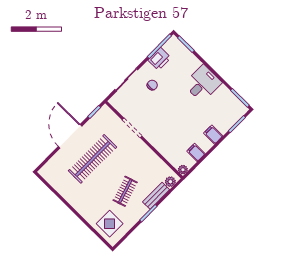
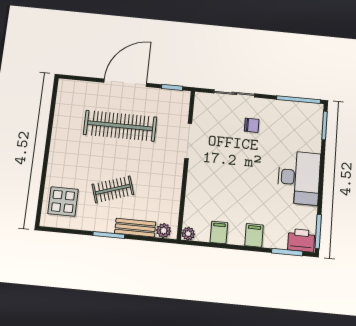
printer: (159, 59) -> (301, 240), moved, turned 180
desk: (203, 83) -> (299, 178), width x1.37

